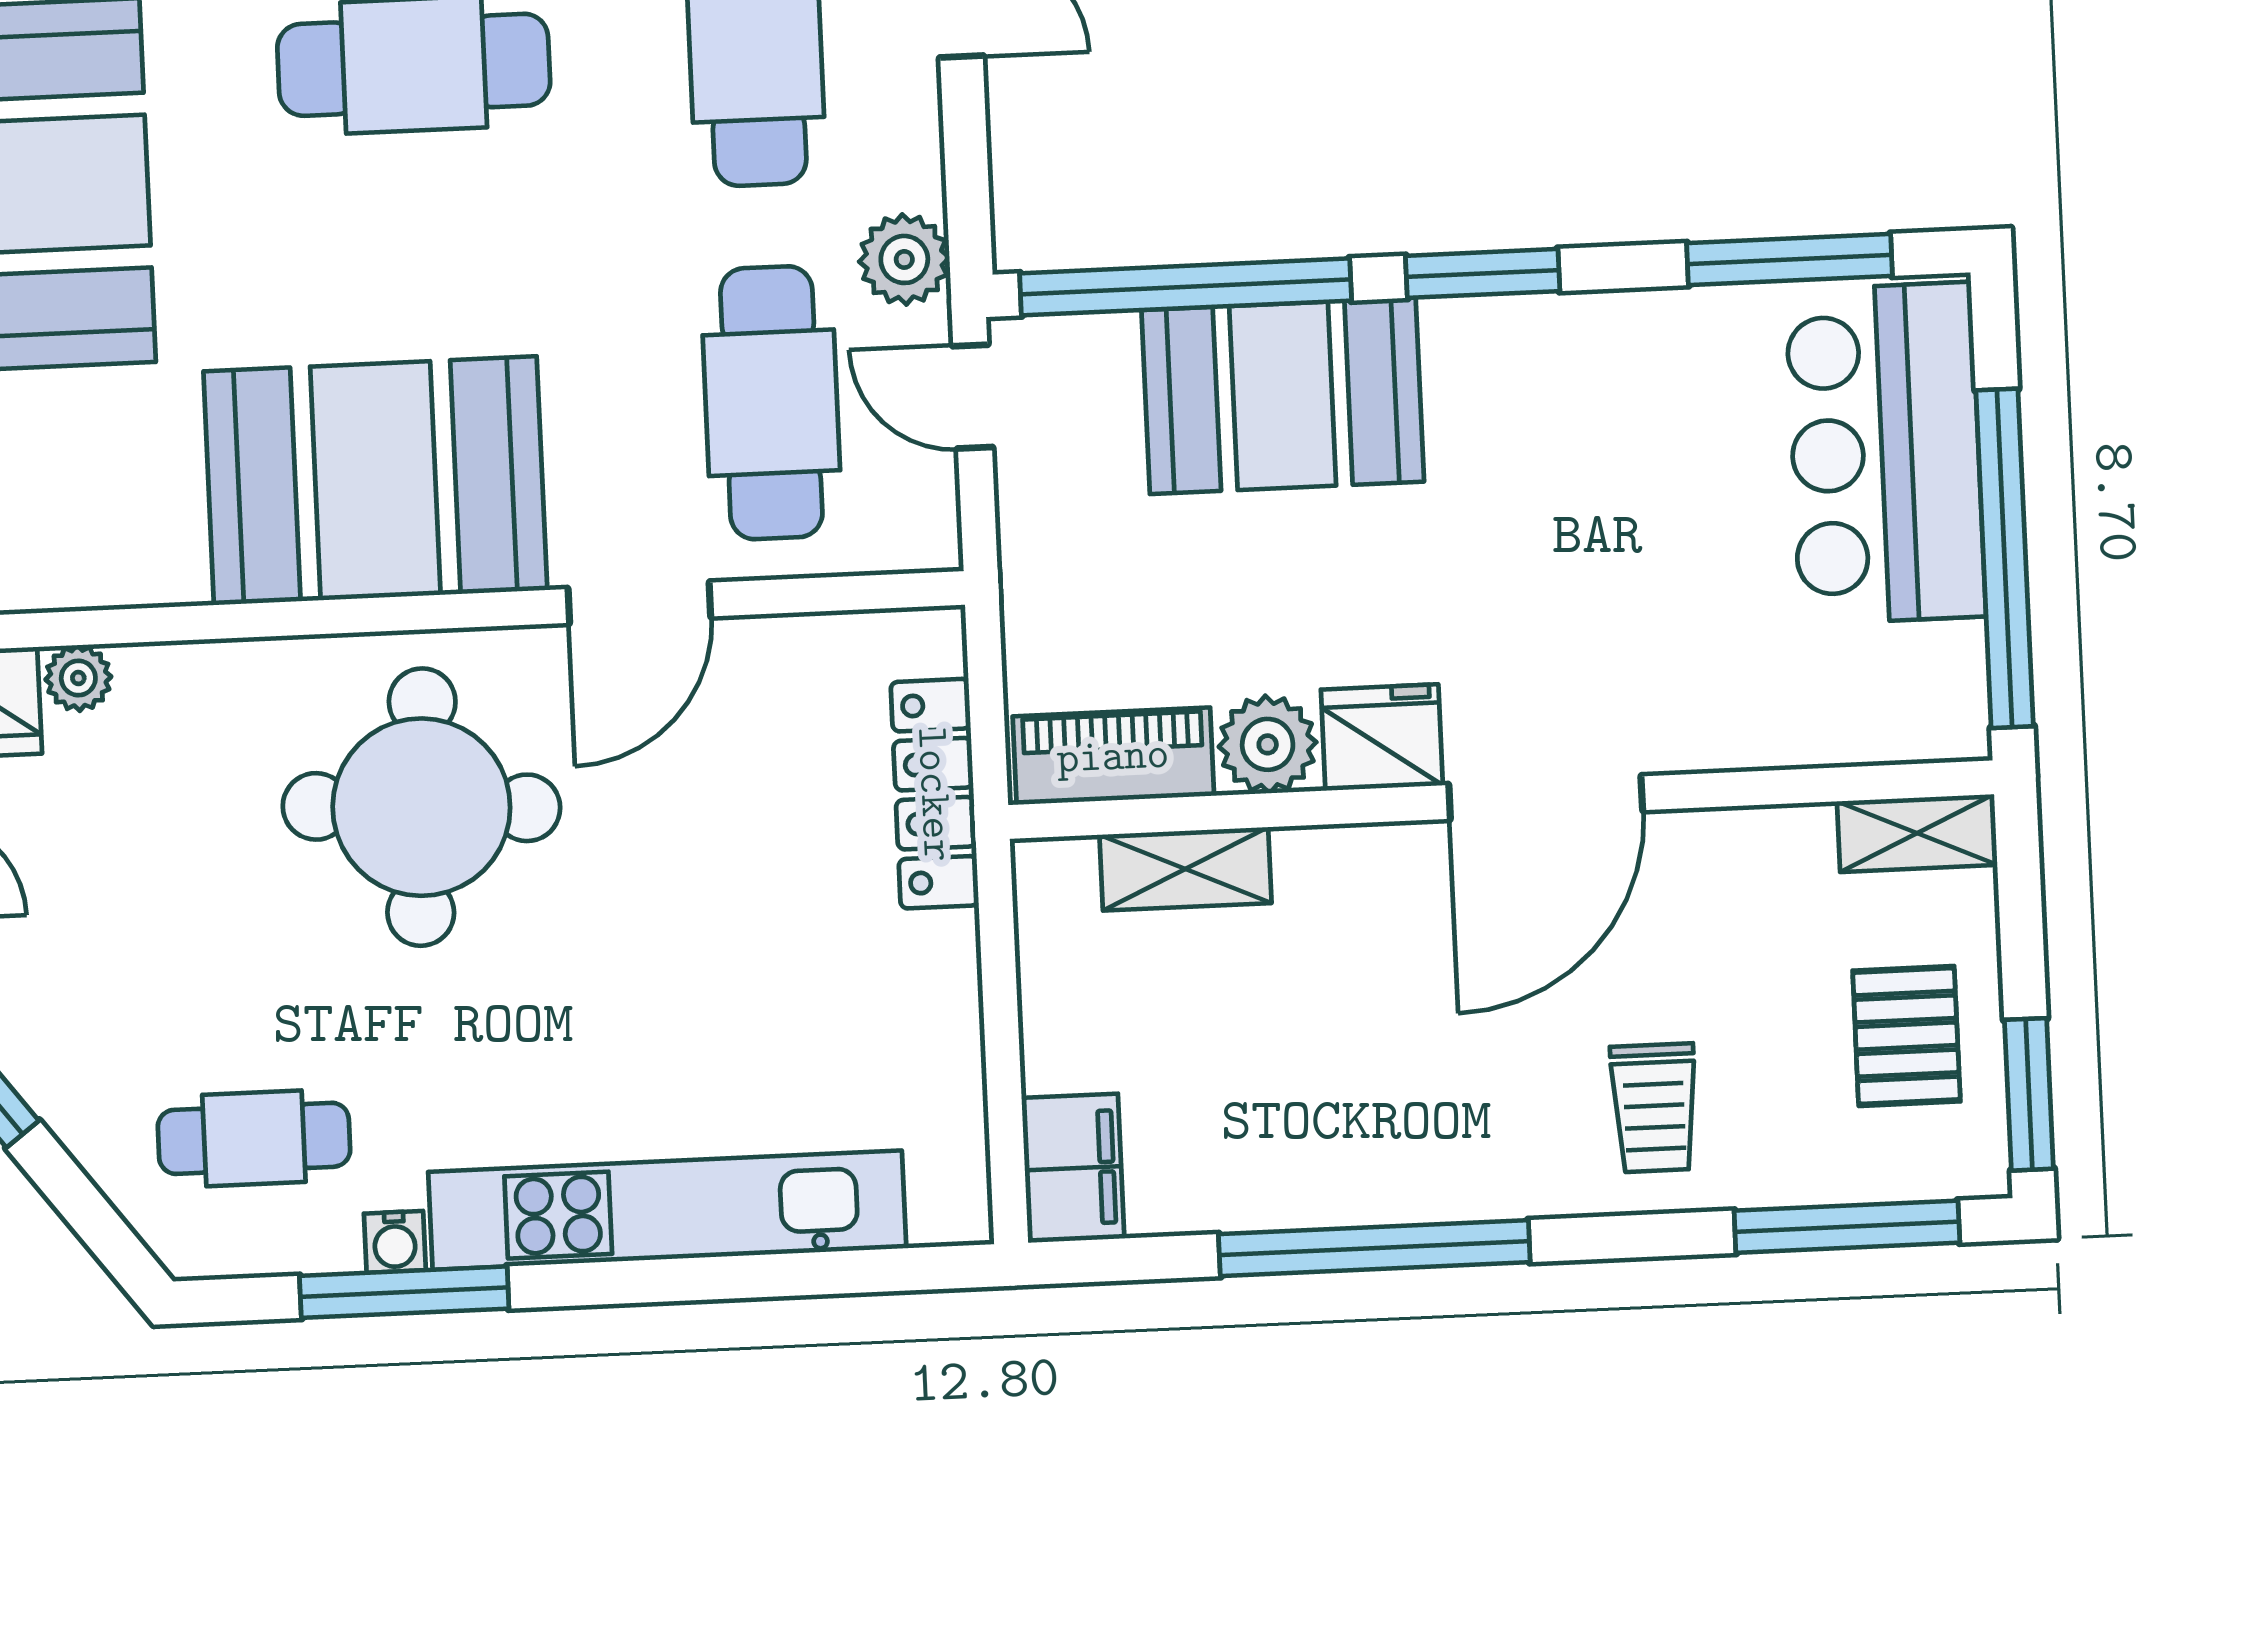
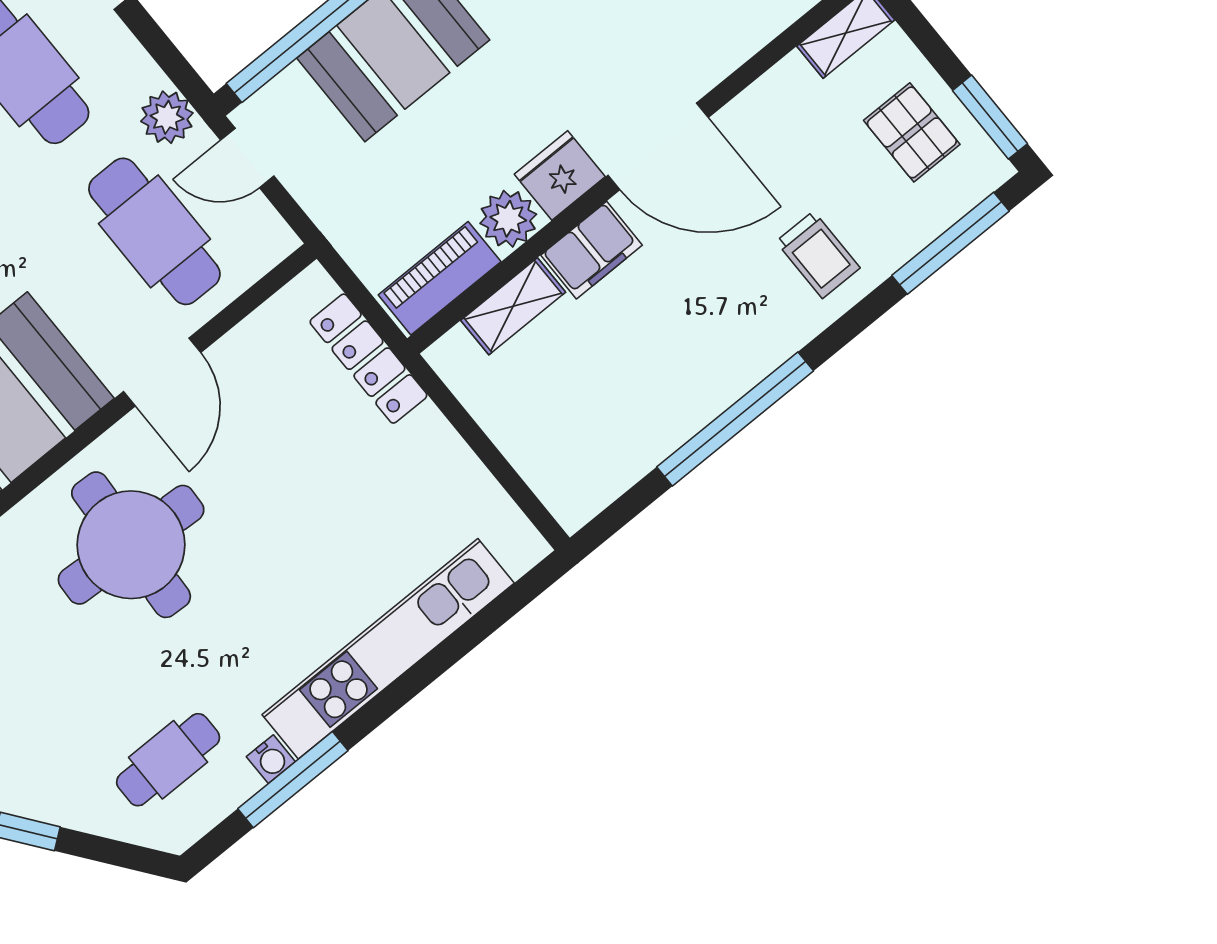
door: (1546, 798) -> (658, 146), hinge flipped
filing cabinet: (1073, 1168) -> (592, 250), moved, turned 90

